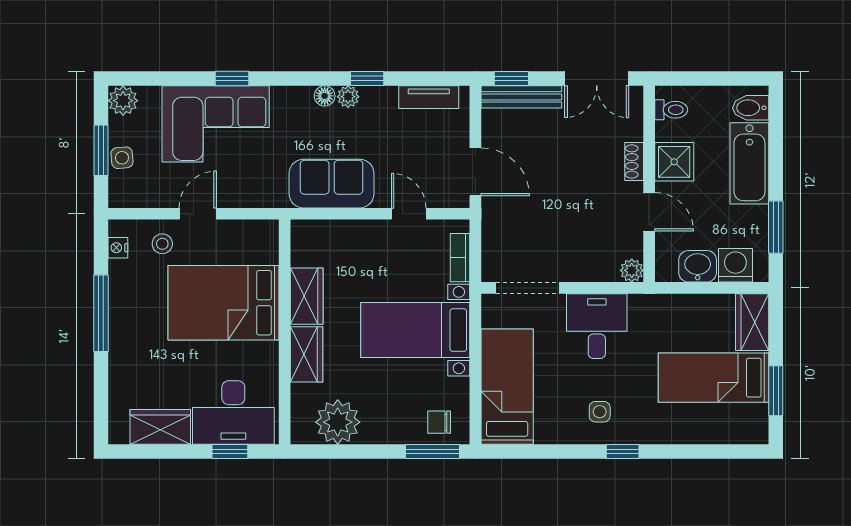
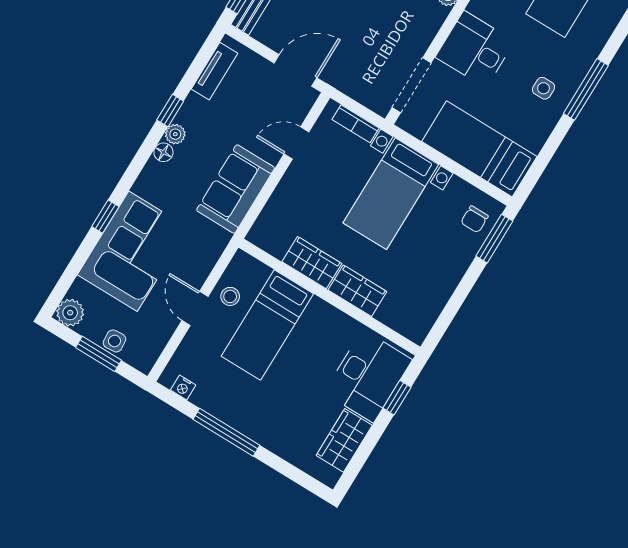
stool: (162, 244) -> (230, 296), moved
bed: (224, 303) -> (267, 325), width x0.67
plant: (338, 422) -> (426, 299), removed
window: (623, 452) -> (586, 89), width x2.17

